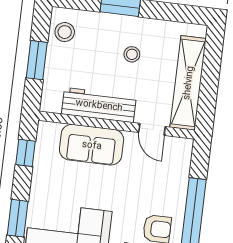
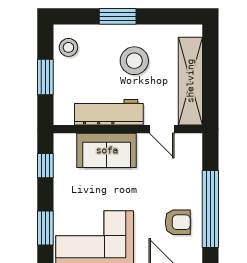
stool: (132, 54) -> (134, 61), width x1.89, depth x1.89

